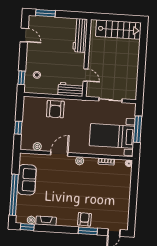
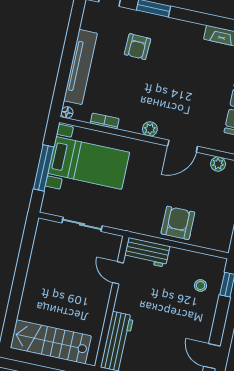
tv unit: (125, 191) -> (80, 67), added
armchair: (84, 219) -> (137, 47), moved

